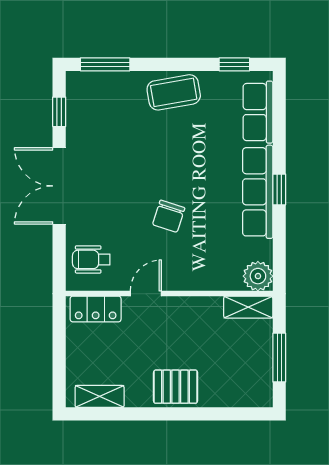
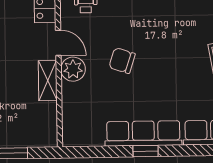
plant: (258, 276) -> (73, 69), moved
shelving: (248, 307) -> (48, 81), moved

